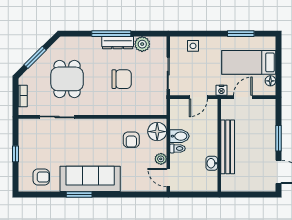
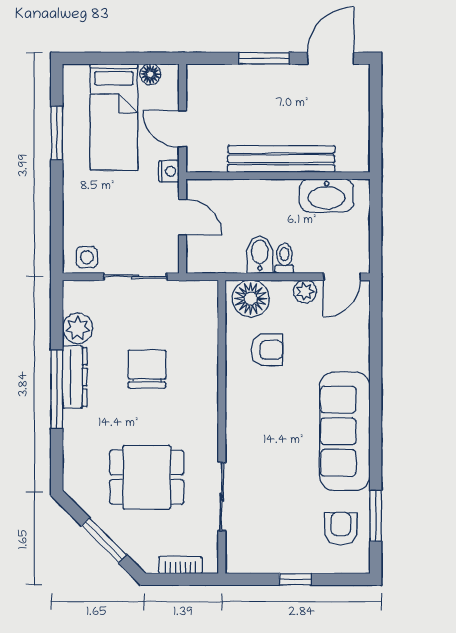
side table: (193, 46) -> (87, 257), moved
washbasin: (212, 163) -> (327, 195), width x1.91, depth x1.45
window: (79, 195) -> (376, 516), moved

